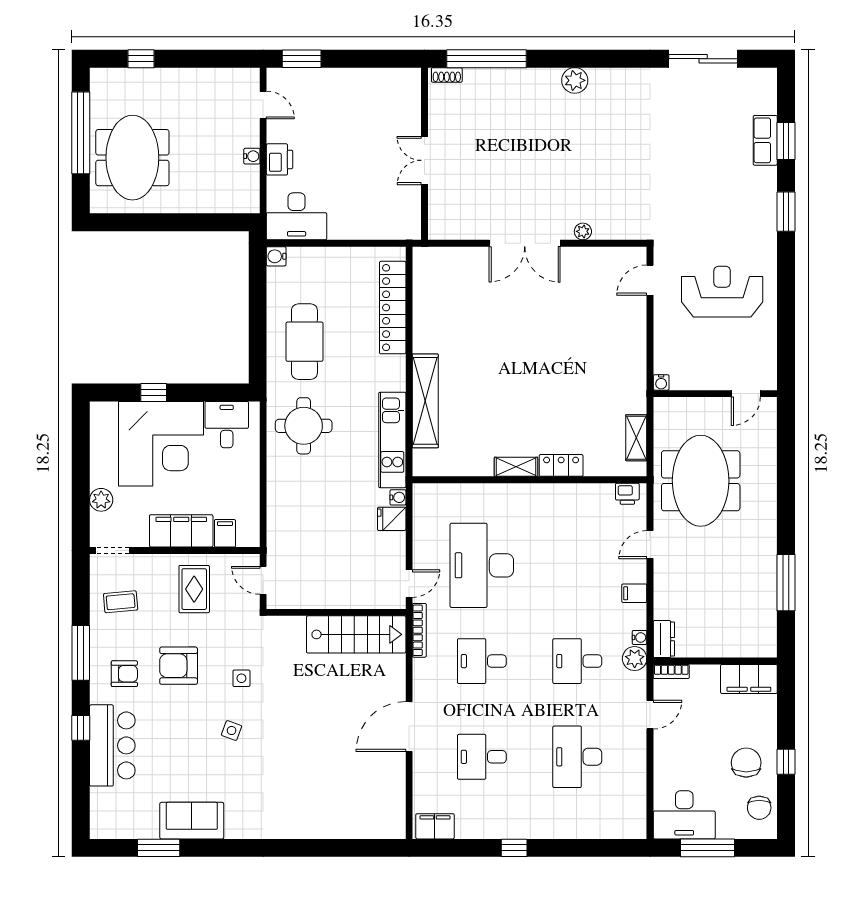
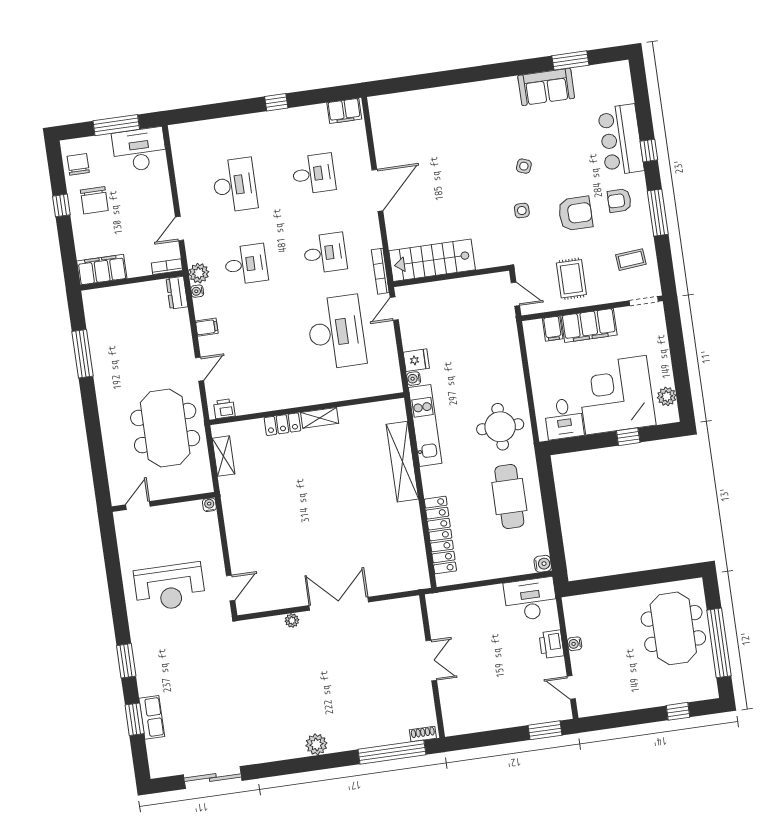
plant: (101, 500) -> (667, 396), moved

